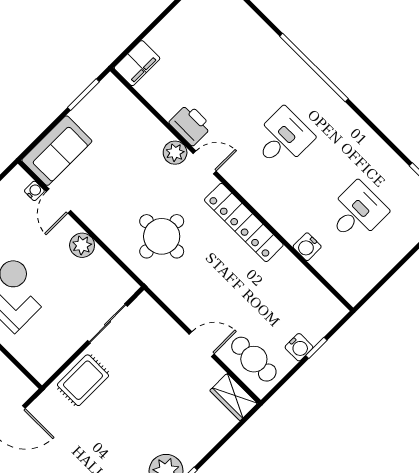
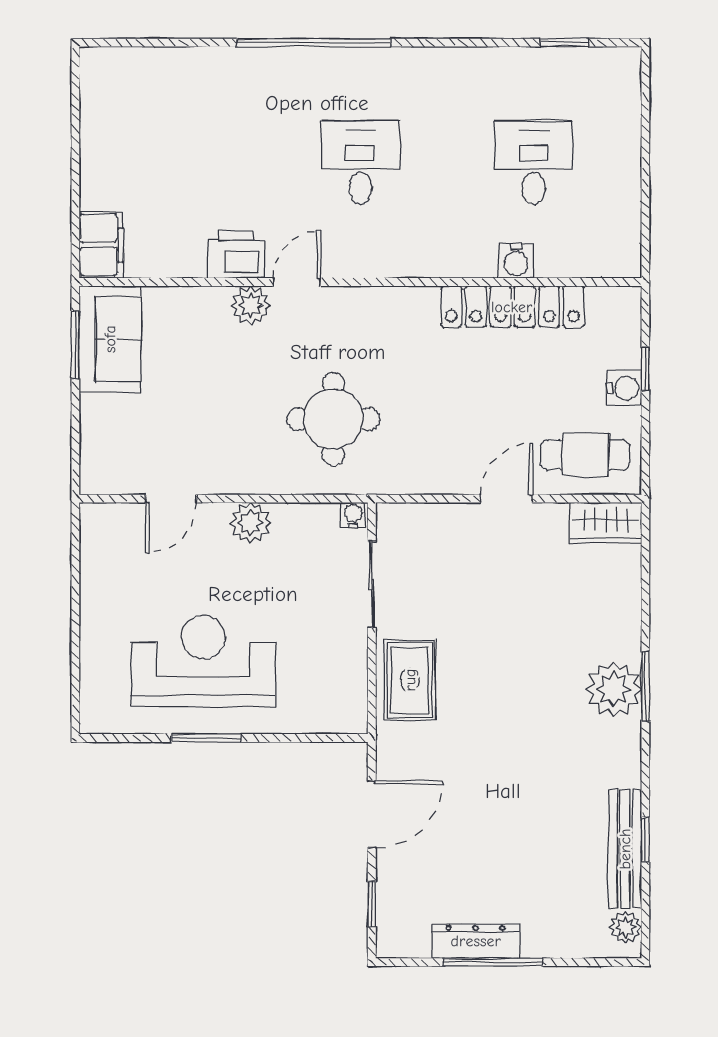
sofa: (57, 151) -> (110, 339), moved
water cooler: (34, 191) -> (353, 515), moved
door: (58, 201) -> (171, 499), hinge flipped
locker: (244, 222) -> (512, 307), moved

